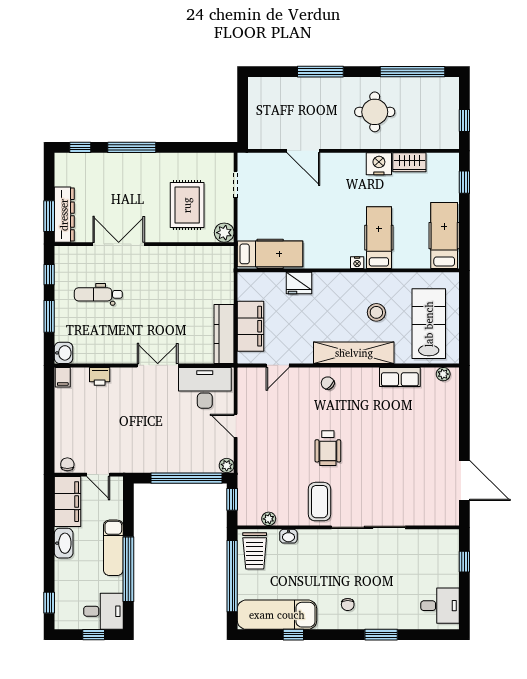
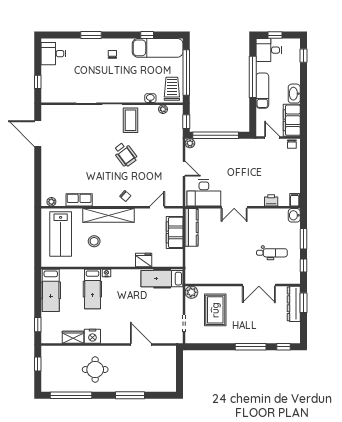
wheelchair: (328, 448) -> (125, 154), turned 143

